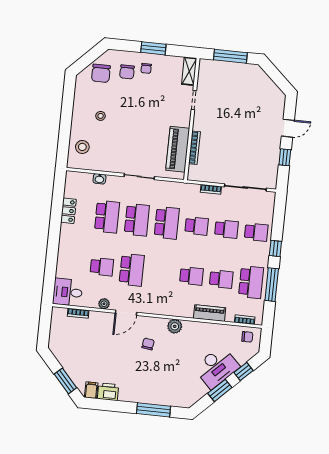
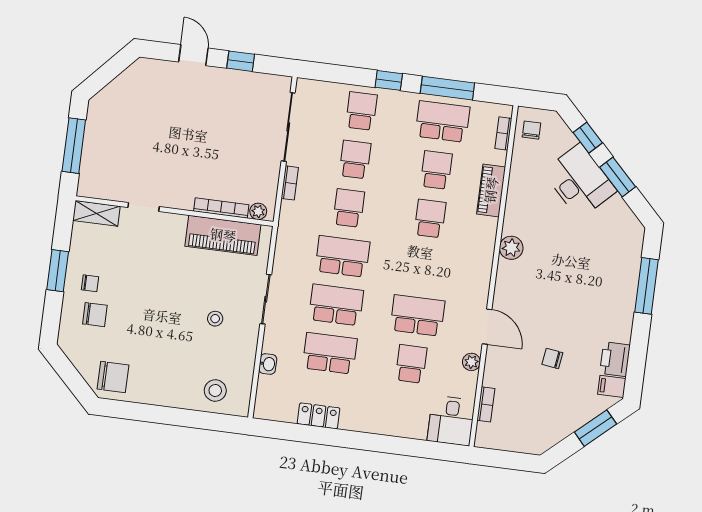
chair: (101, 73) -> (113, 377), moved
stool: (101, 116) -> (215, 319), moved
plant: (193, 170) -> (258, 211), added
chair: (148, 344) -> (552, 359), moved

